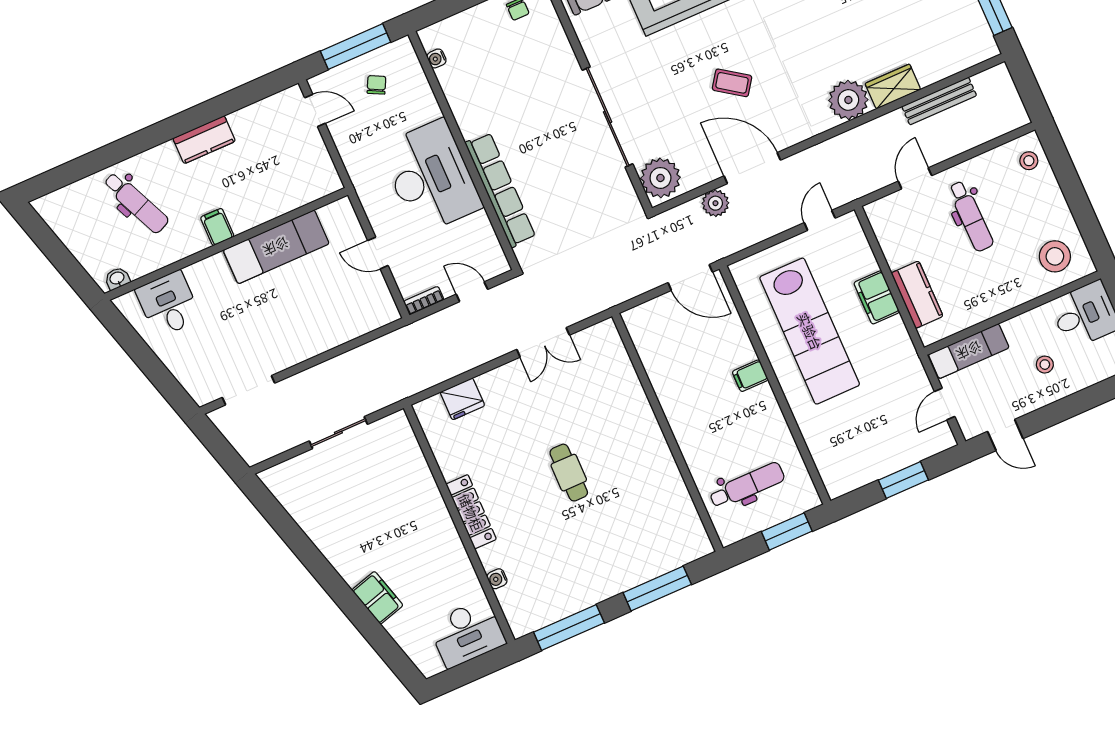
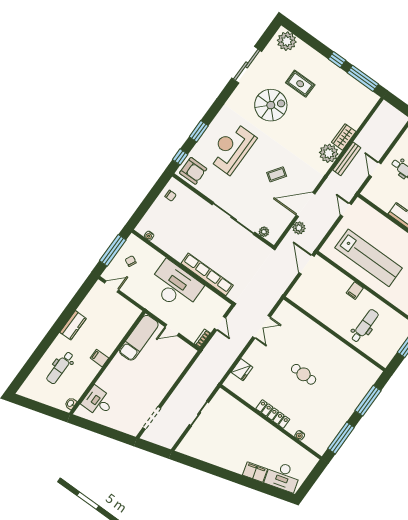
bench: (939, 101) -> (347, 159), moved
plant: (660, 178) -> (264, 232), width x0.53, depth x0.53
dental chair: (136, 203) -> (60, 368), turned 114
exam couch: (276, 247) -> (139, 338), moved
door: (690, 277) -> (306, 265), swing flipped
door: (472, 292) -> (220, 323), swing flipped
filing cabinet: (877, 297) -> (388, 228), removed
dental chair: (747, 485) -> (365, 326), moved
desk: (467, 633) -> (283, 476), moved, turned 74

